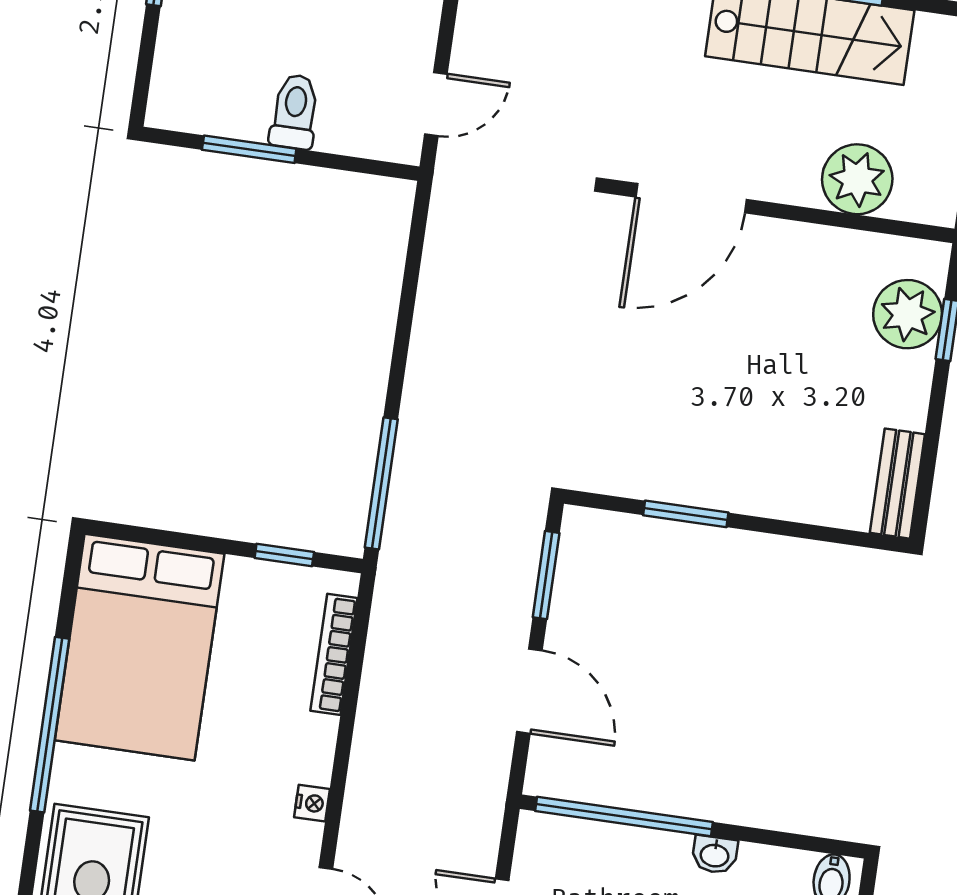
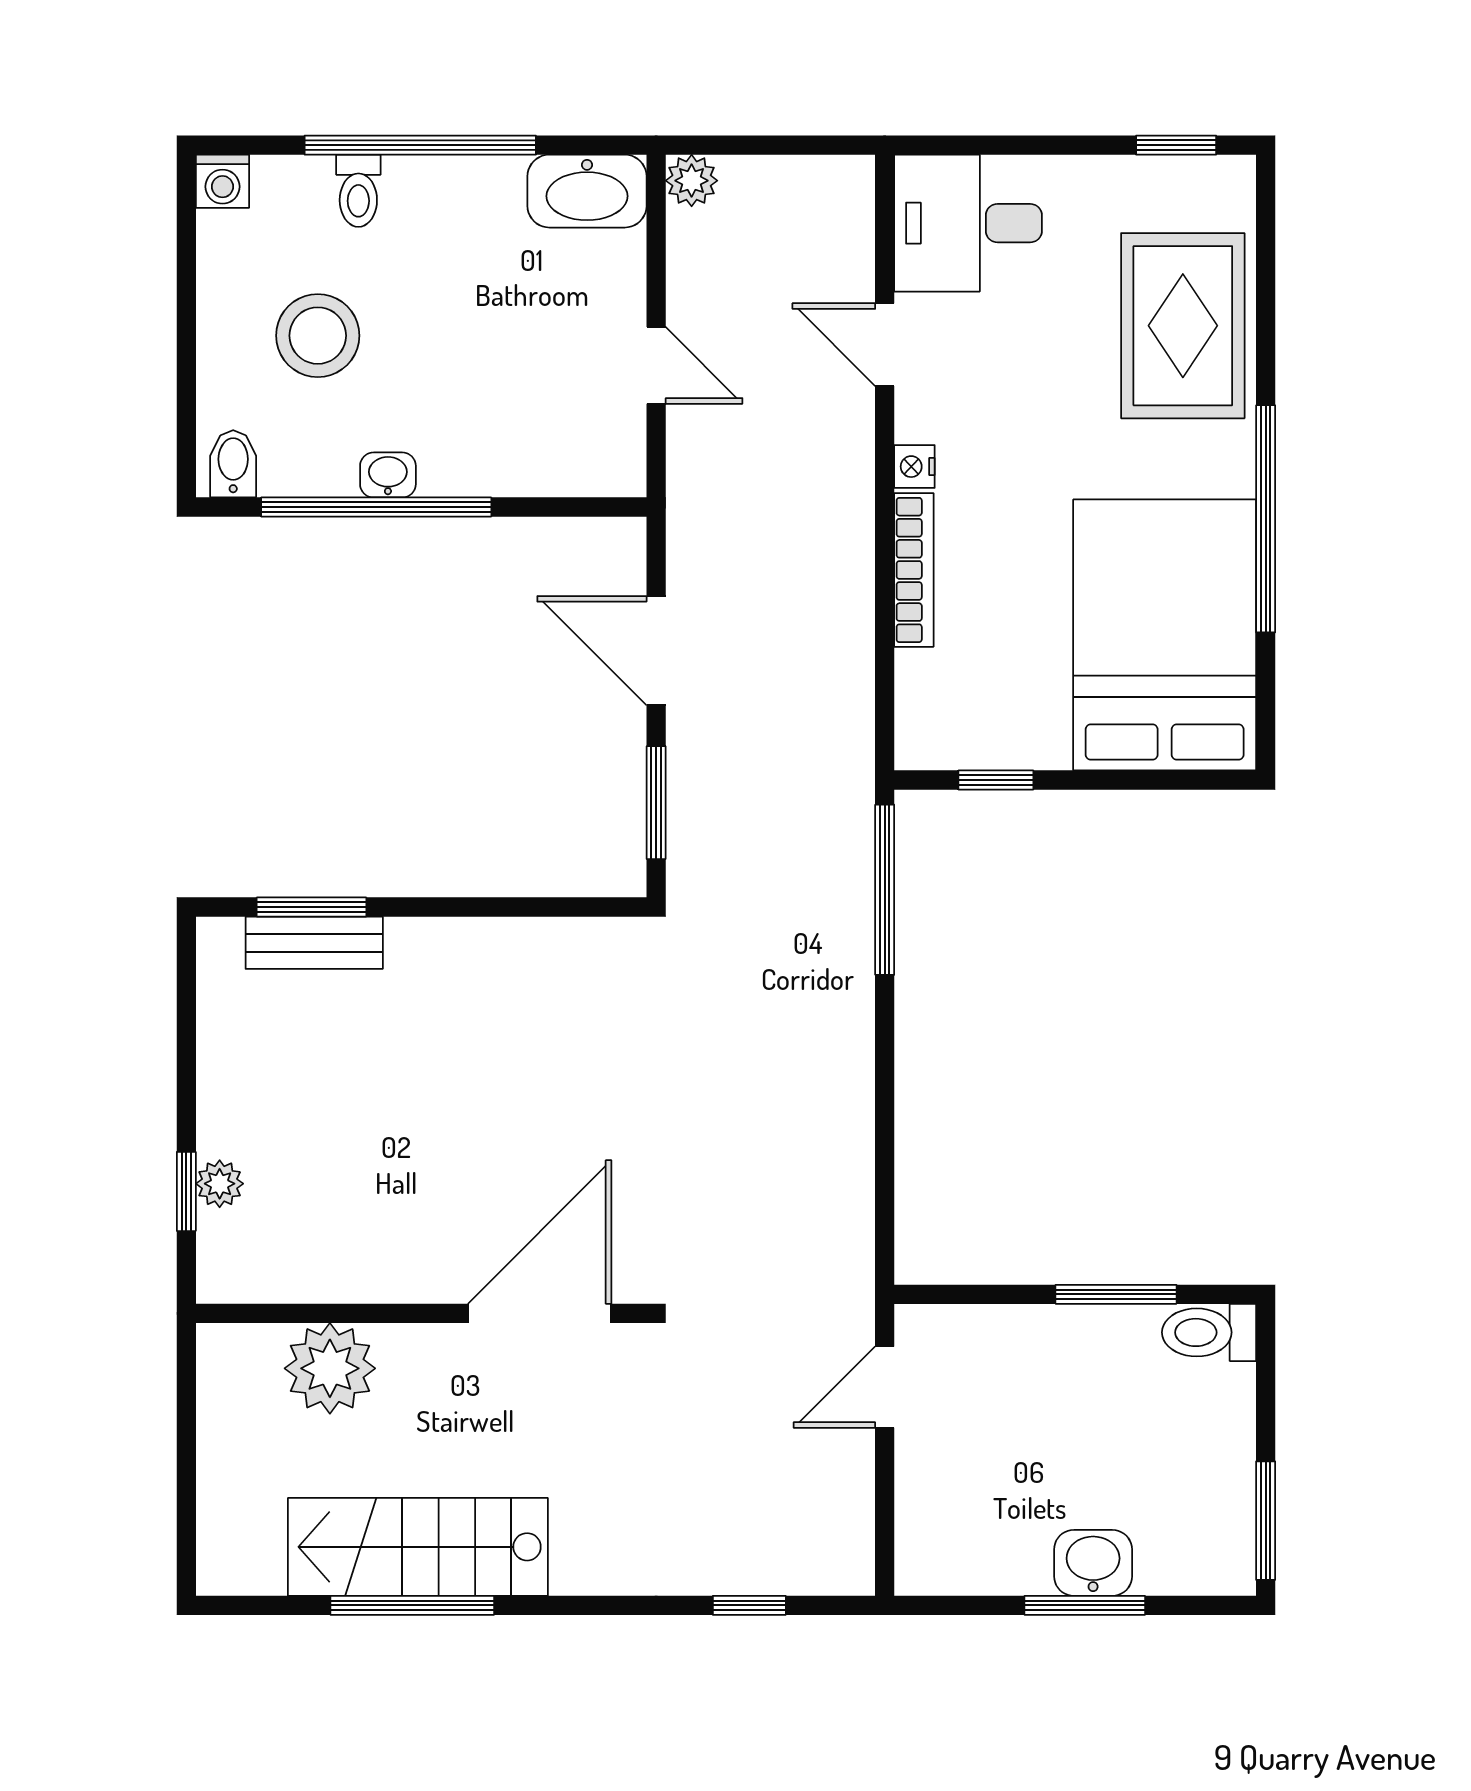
toilet: (295, 112) -> (1209, 1332), moved, turned 90
plant: (908, 314) -> (220, 1184), width x0.53, depth x0.53
bench: (897, 484) -> (314, 943), moved, turned 90
window: (686, 514) -> (312, 907), moved
bookcase: (334, 654) -> (914, 570), moved
window: (624, 817) -> (376, 507), moved

